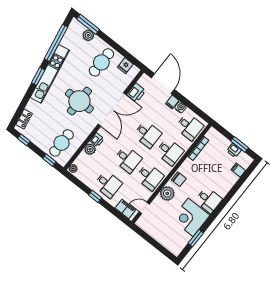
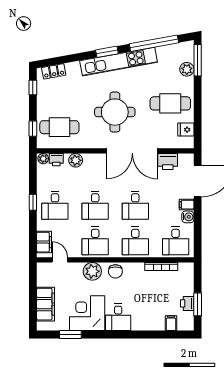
printer: (97, 140) -> (56, 160), moved
filing cabinet: (165, 239) -> (46, 304), added

